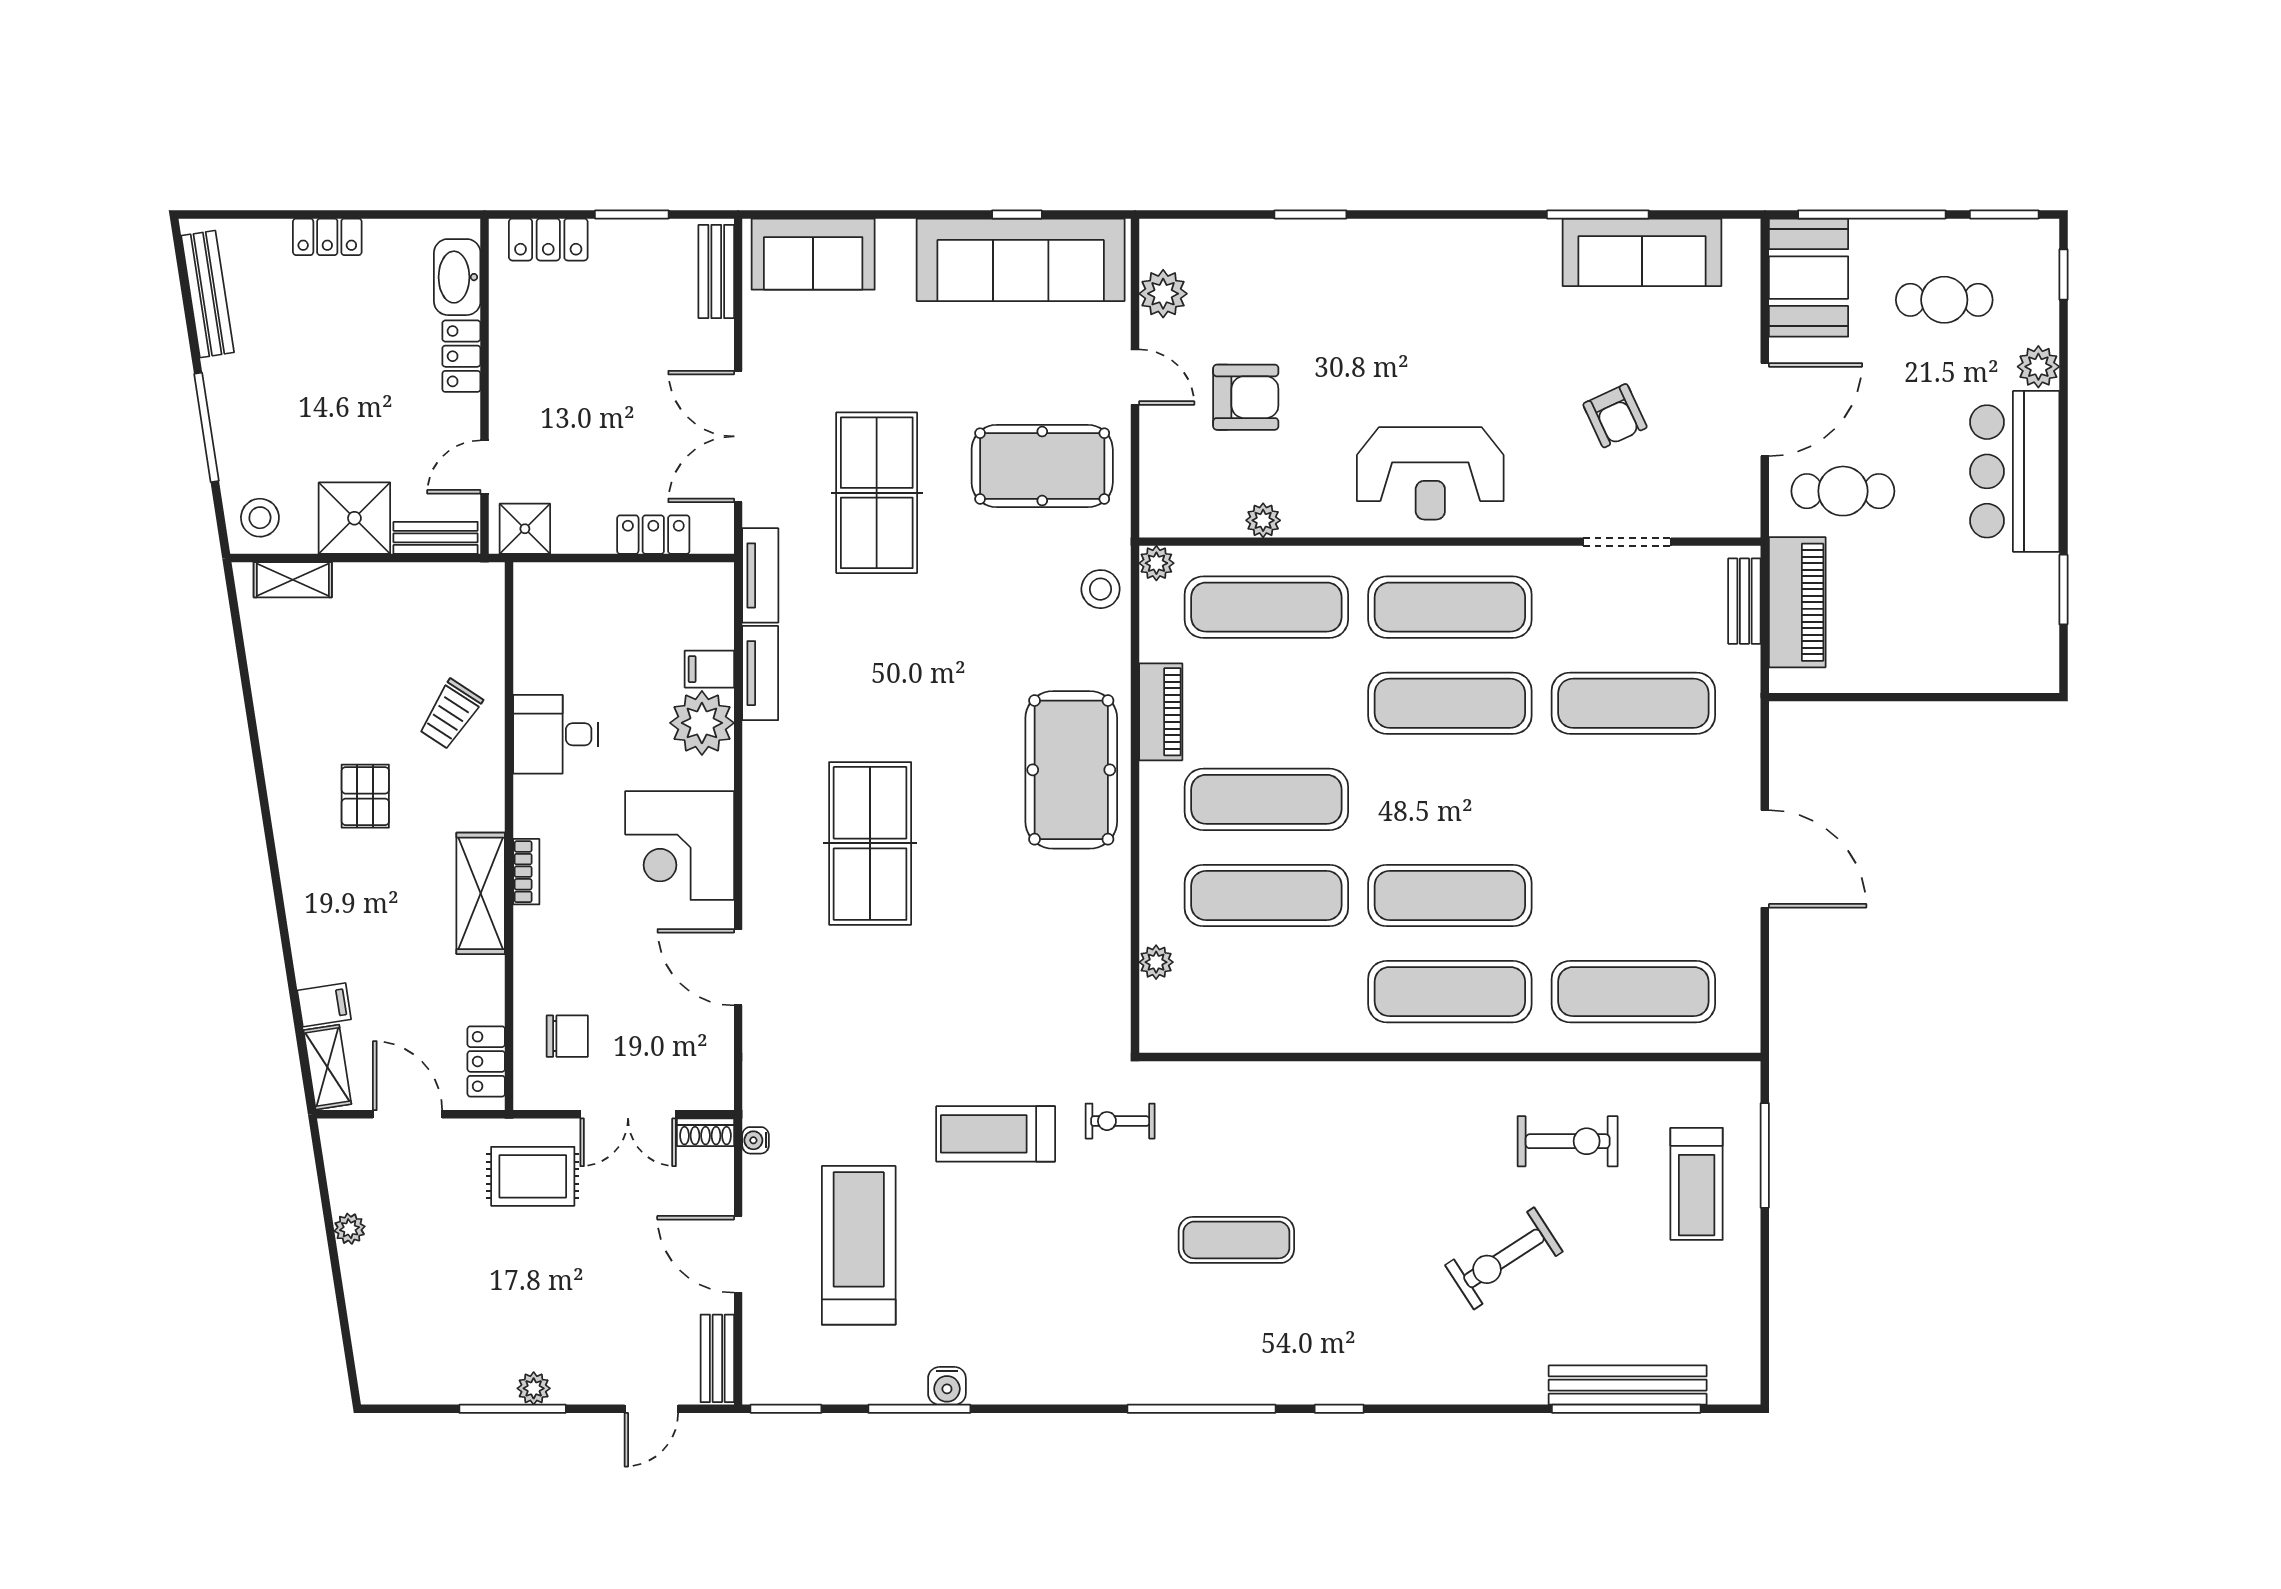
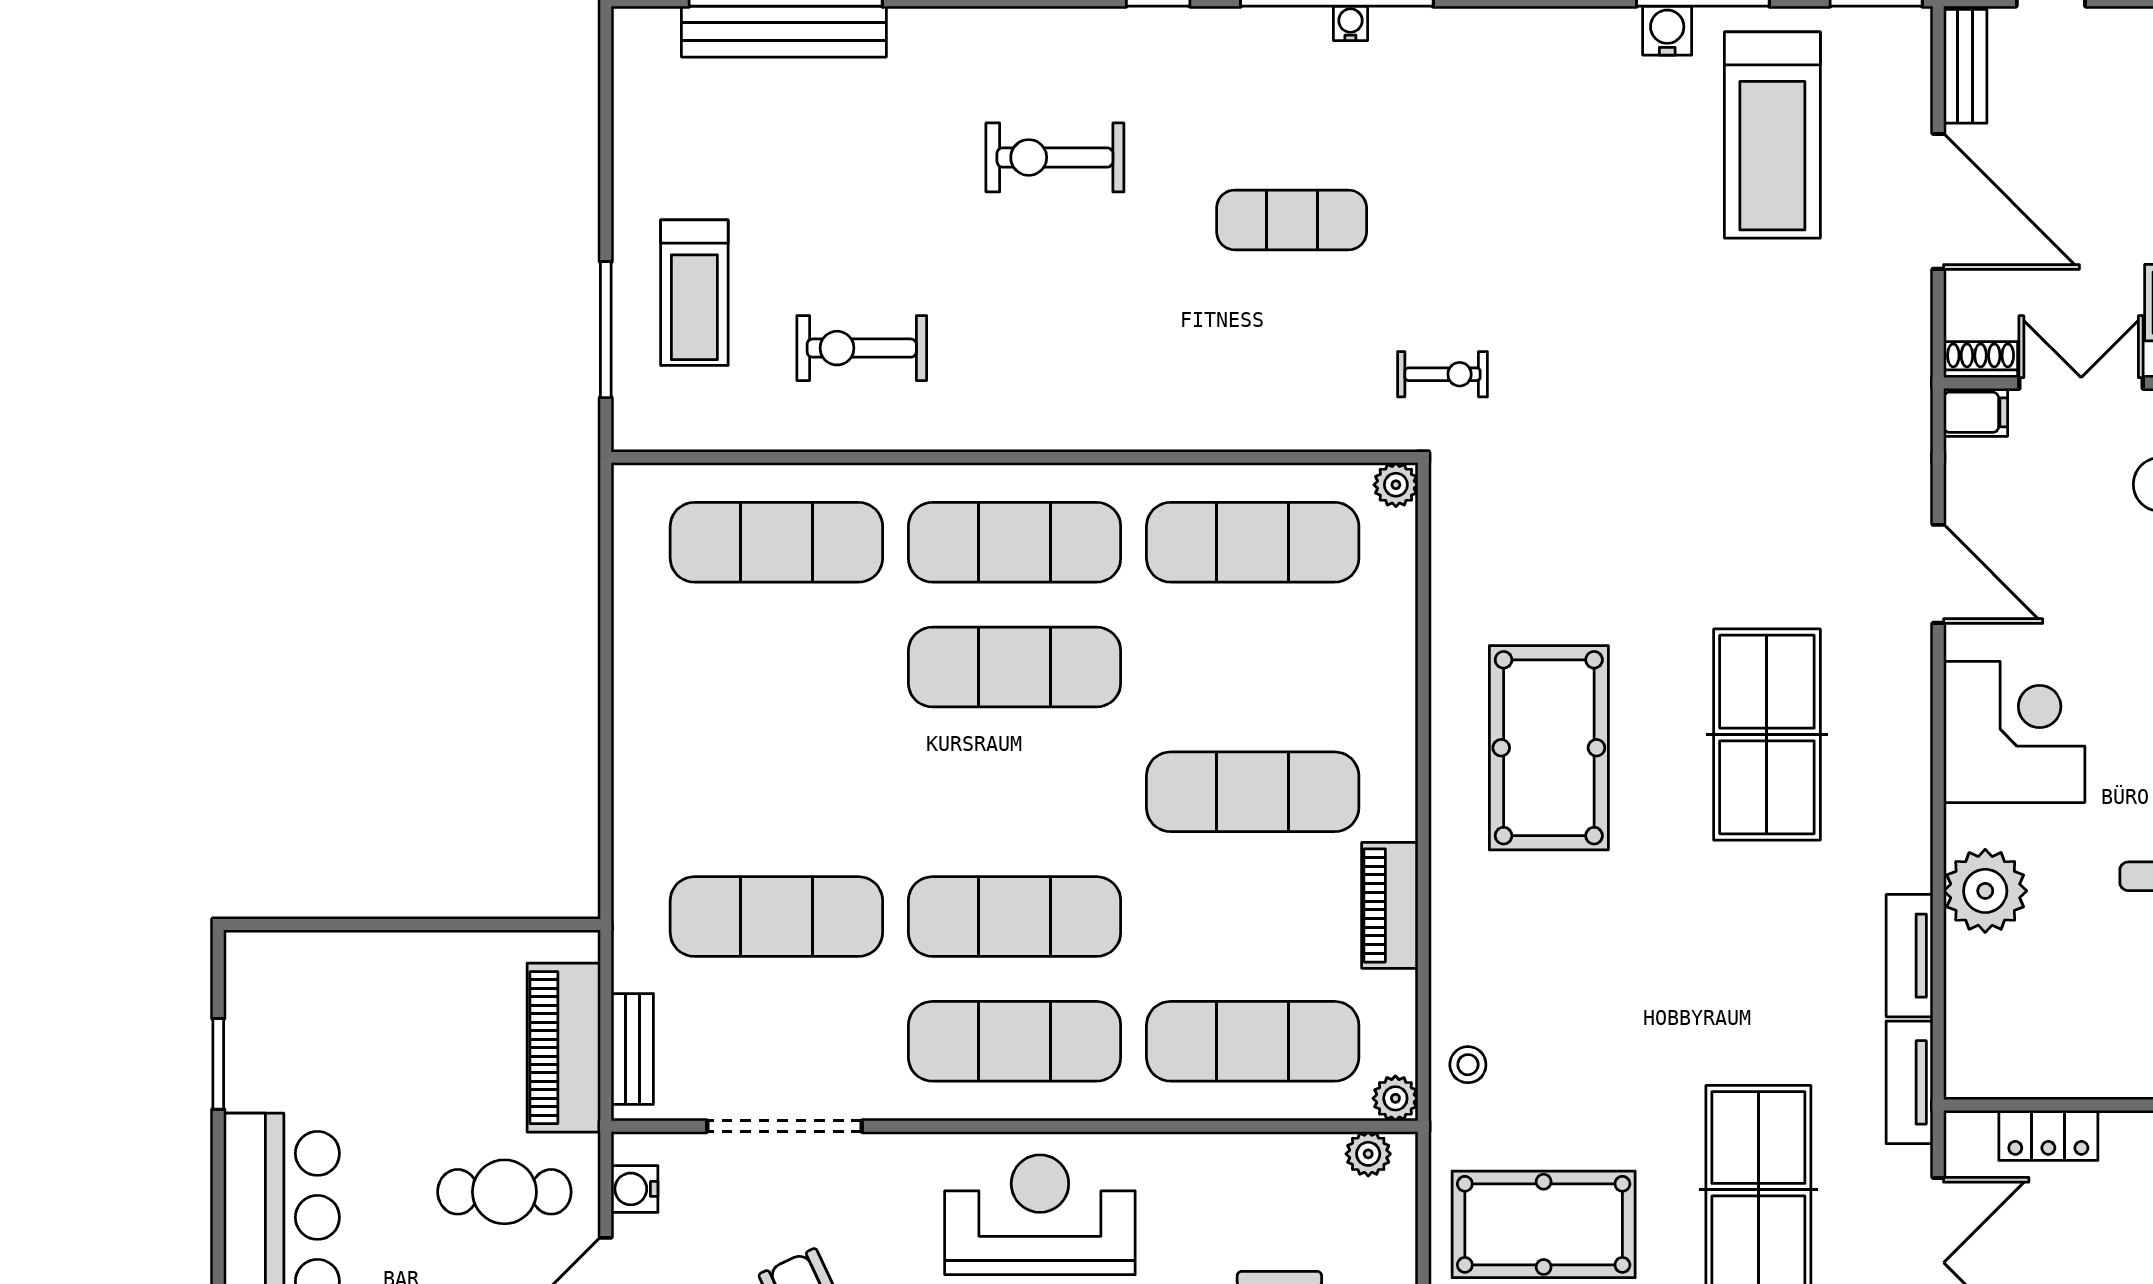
water cooler: (1743, 493) -> (635, 1189), added
plant: (1263, 520) -> (1368, 1154), moved
doorway: (1627, 542) -> (784, 1126), width x1.36
stool: (1101, 589) -> (1468, 1065), width x0.73, depth x0.73
filing cabinet: (709, 669) -> (1976, 412), moved
pool table: (1071, 770) -> (1549, 748), moved
door: (1765, 859) -> (606, 715), removed
exercise mat: (1266, 895) -> (1253, 542), moved
plant: (1156, 962) -> (1396, 485), moved
treadmill: (996, 1134) -> (1604, 358), removed
water cooler: (755, 1140) -> (1350, 23), moved, turned -90
treadmill: (1697, 1184) -> (694, 293), turned 180
treadmill: (859, 1245) -> (1772, 135), moved
door: (738, 1254) -> (1938, 201), width x1.36
exercise bike: (1504, 1258) -> (1055, 157), moved, turned -147

